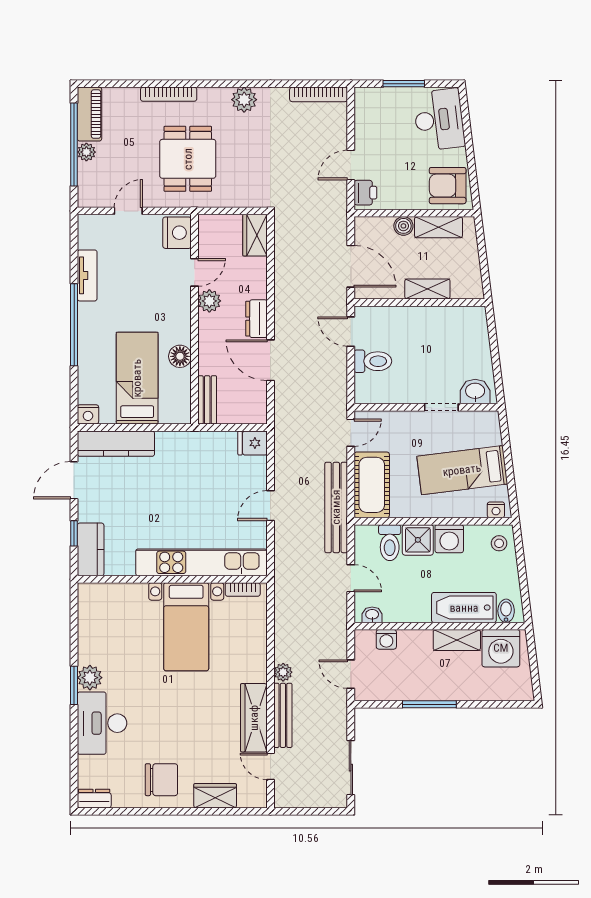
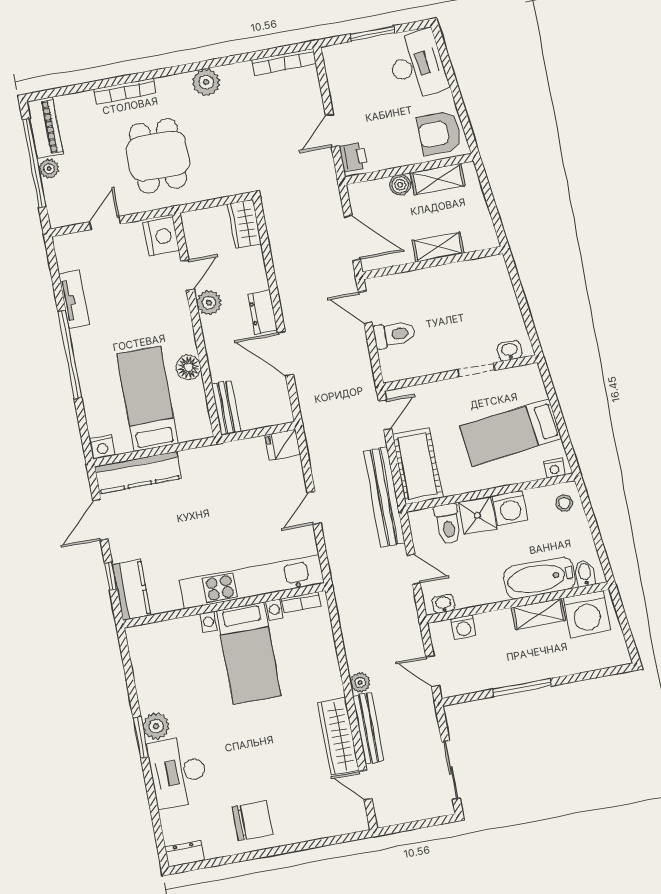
washbasin: (475, 392) -> (510, 351), width x0.72, depth x0.69
wardrobe: (215, 796) -> (312, 827), removed

